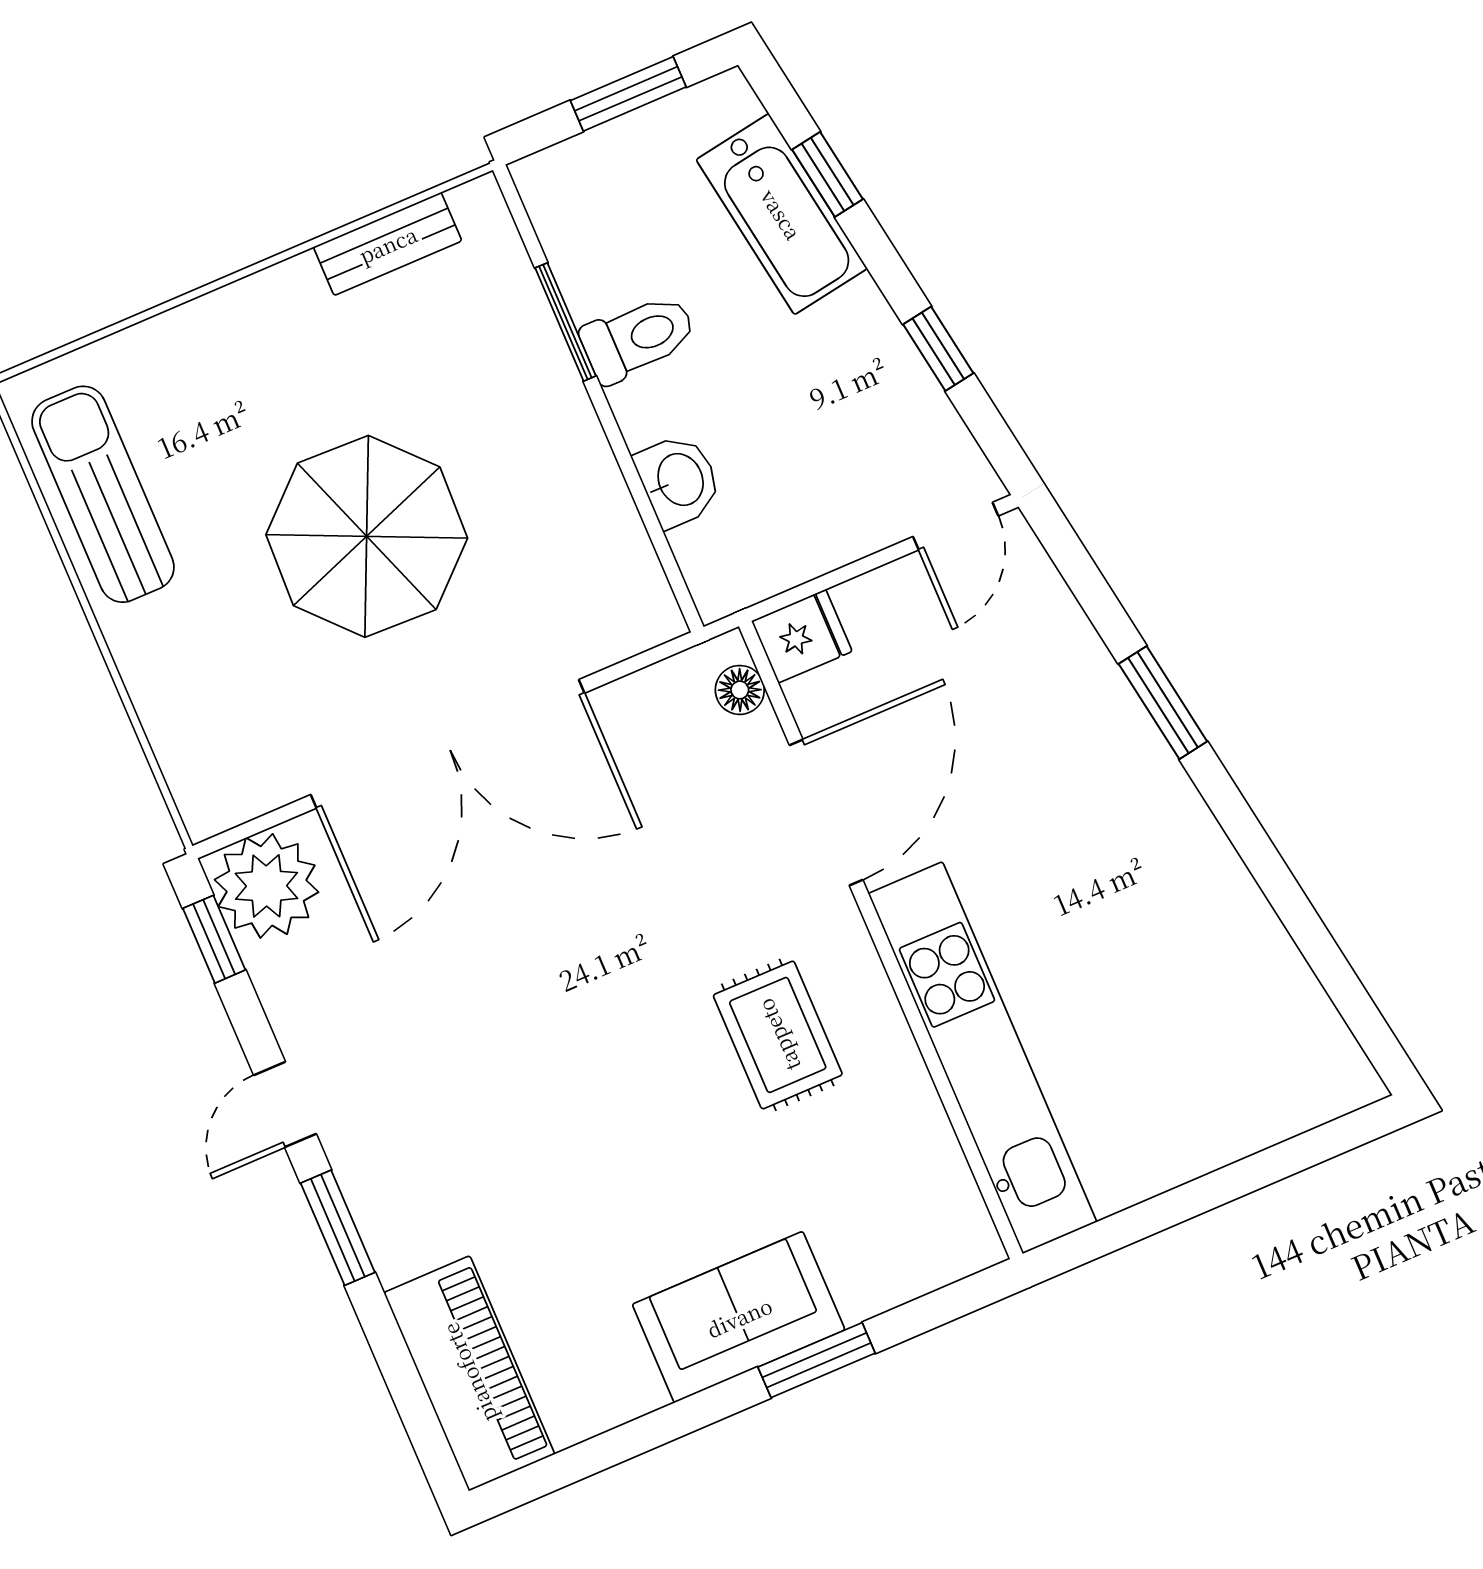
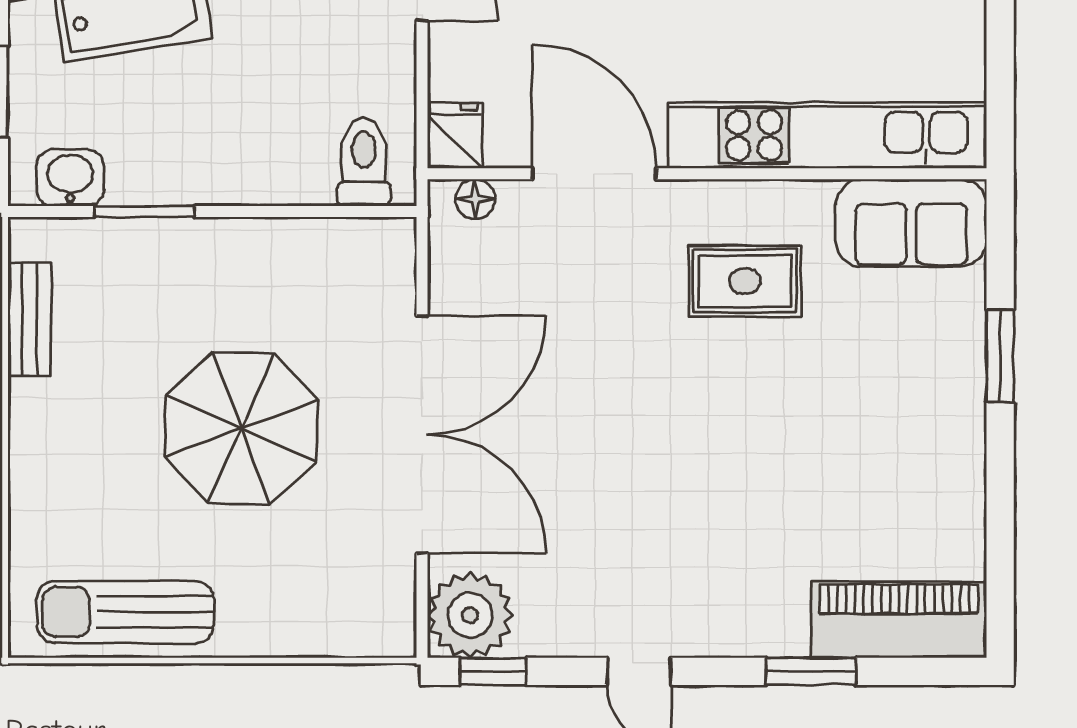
toilet: (638, 338) -> (364, 162), moved
washbasin: (679, 480) -> (70, 178), moved
window: (338, 1228) -> (811, 671), moved
sofa: (739, 1317) -> (911, 223), moved, turned -90

